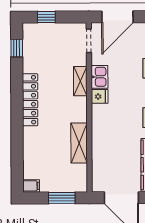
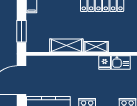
shelving: (80, 81) -> (96, 47), moved

